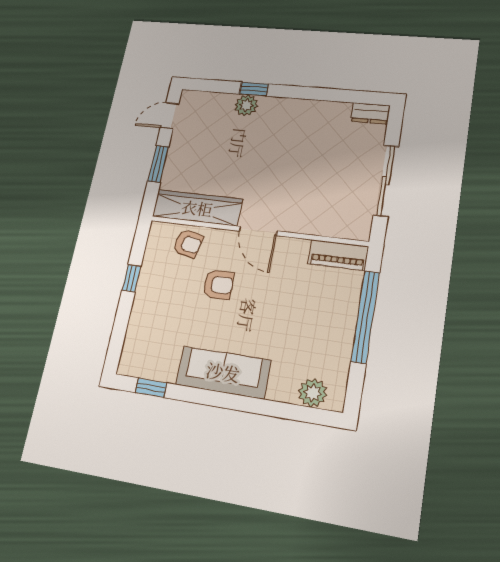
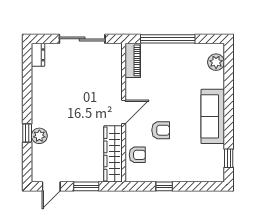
door: (170, 116) -> (51, 186), hinge flipped
armchair: (188, 244) -> (137, 155), turned 78
armchair: (218, 285) -> (161, 130), turned 90

